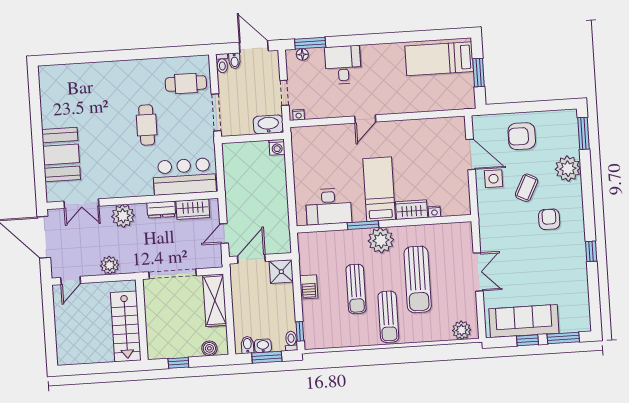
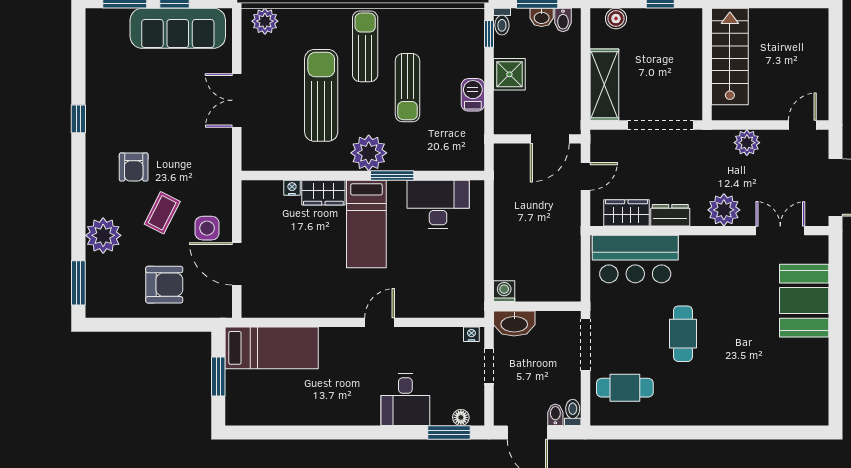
bed: (439, 59) -> (272, 348), moved
shower: (281, 272) -> (509, 74), moved
sun lounger: (356, 289) -> (408, 88), turned 180

